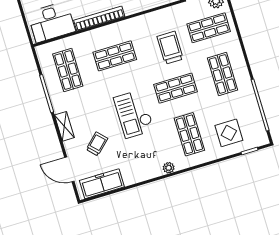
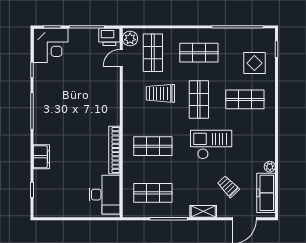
shop shelf: (115, 56) -> (153, 146), turned 90
checkout: (134, 114) -> (211, 145), turned 180
plant: (169, 168) -> (270, 167), moved

